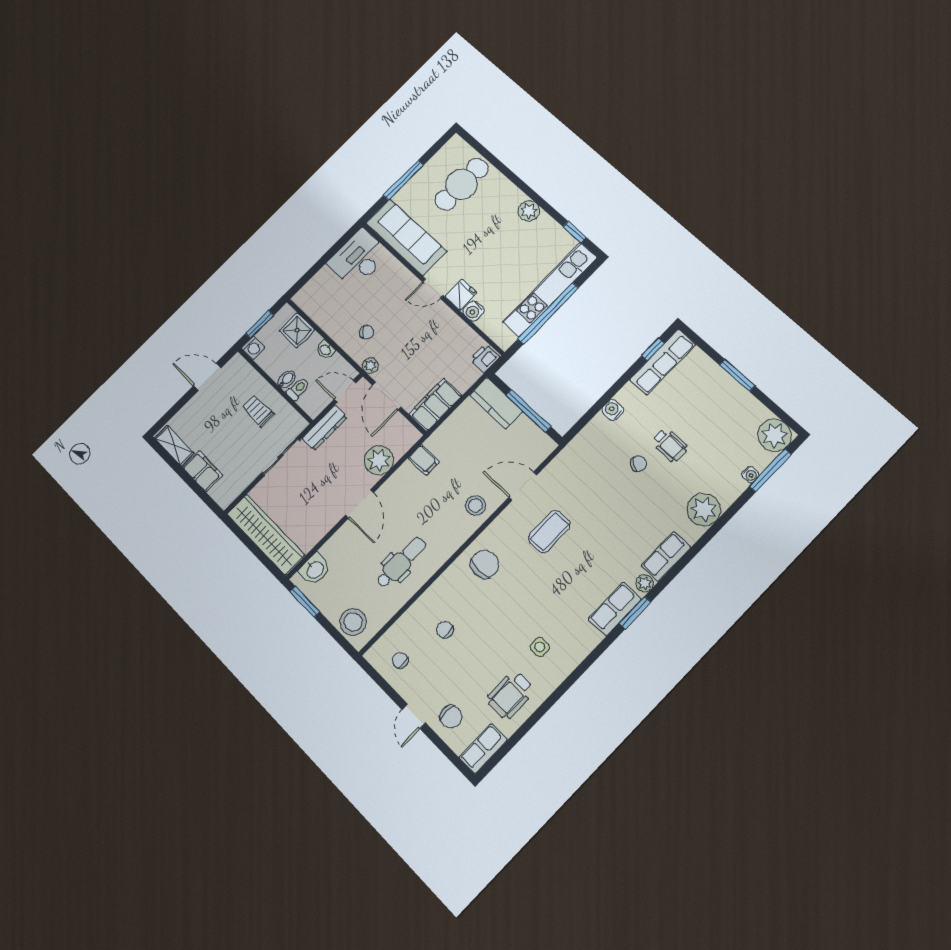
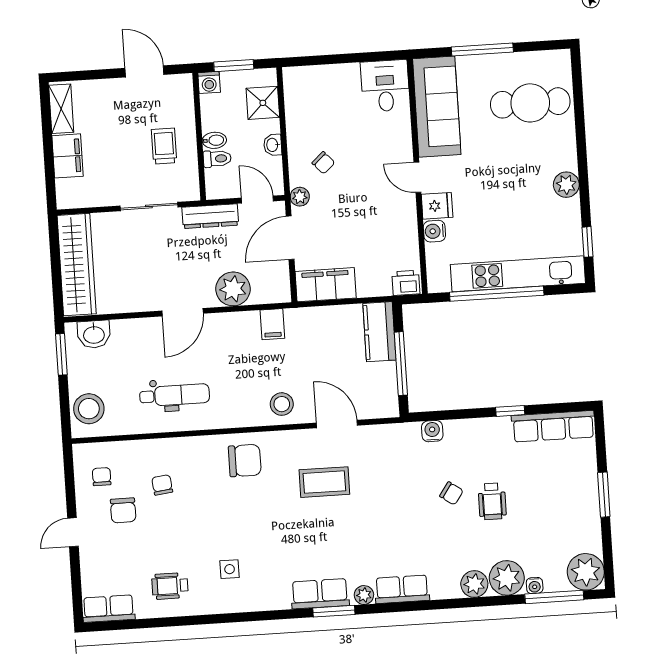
desk: (358, 258) -> (385, 86), width x0.73
window: (653, 349) -> (510, 411), moved
water cooler: (613, 410) -> (432, 431), moved
plant: (727, 486) -> (507, 578), added
plant: (704, 510) -> (474, 584), width x0.73, depth x0.73
wheelchair: (510, 695) -> (170, 586), width x0.73, depth x0.73
chair: (451, 717) -> (123, 510), moved

